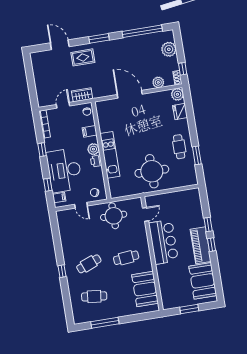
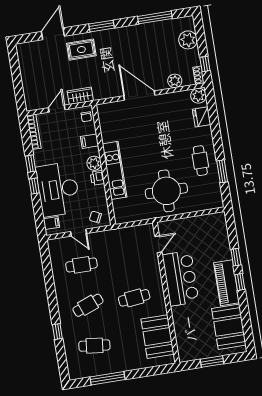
window: (142, 31) -> (155, 17), width x0.68
door: (60, 45) -> (53, 34), hinge flipped
window: (48, 185) -> (34, 186), moved
round table: (114, 216) -> (119, 246), removed
cafe table: (84, 231) -> (82, 265), added
window: (62, 271) -> (57, 331), moved

